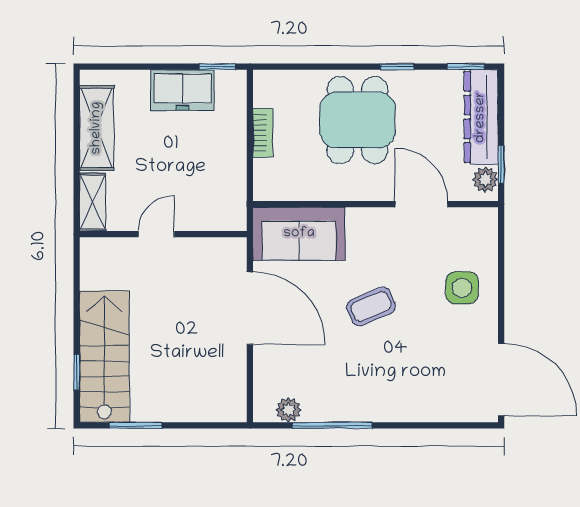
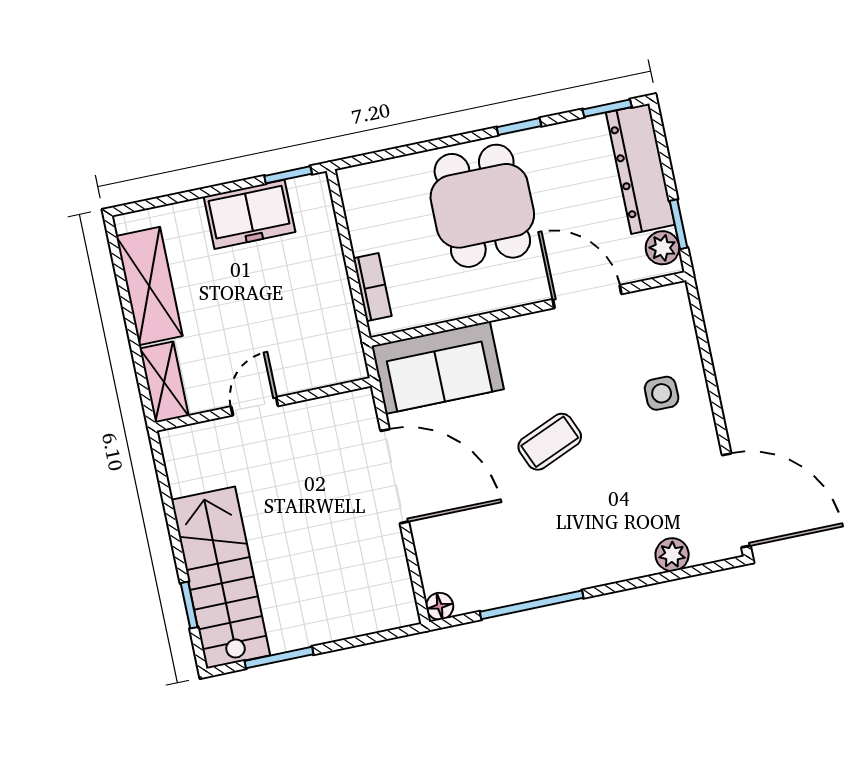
bookcase: (263, 133) -> (372, 287), moved
side table: (462, 288) -> (662, 393), width x0.73, depth x0.73
plant: (288, 410) -> (672, 555), moved
floor lamp: (263, 412) -> (440, 606), added

